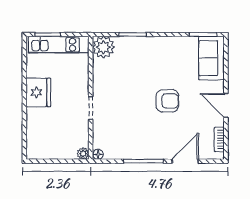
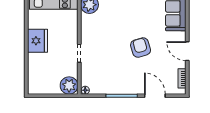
armchair: (167, 101) -> (141, 48), turned -106
plant: (83, 154) -> (69, 85), width x1.87, depth x1.87
door: (185, 161) -> (155, 96), hinge flipped

